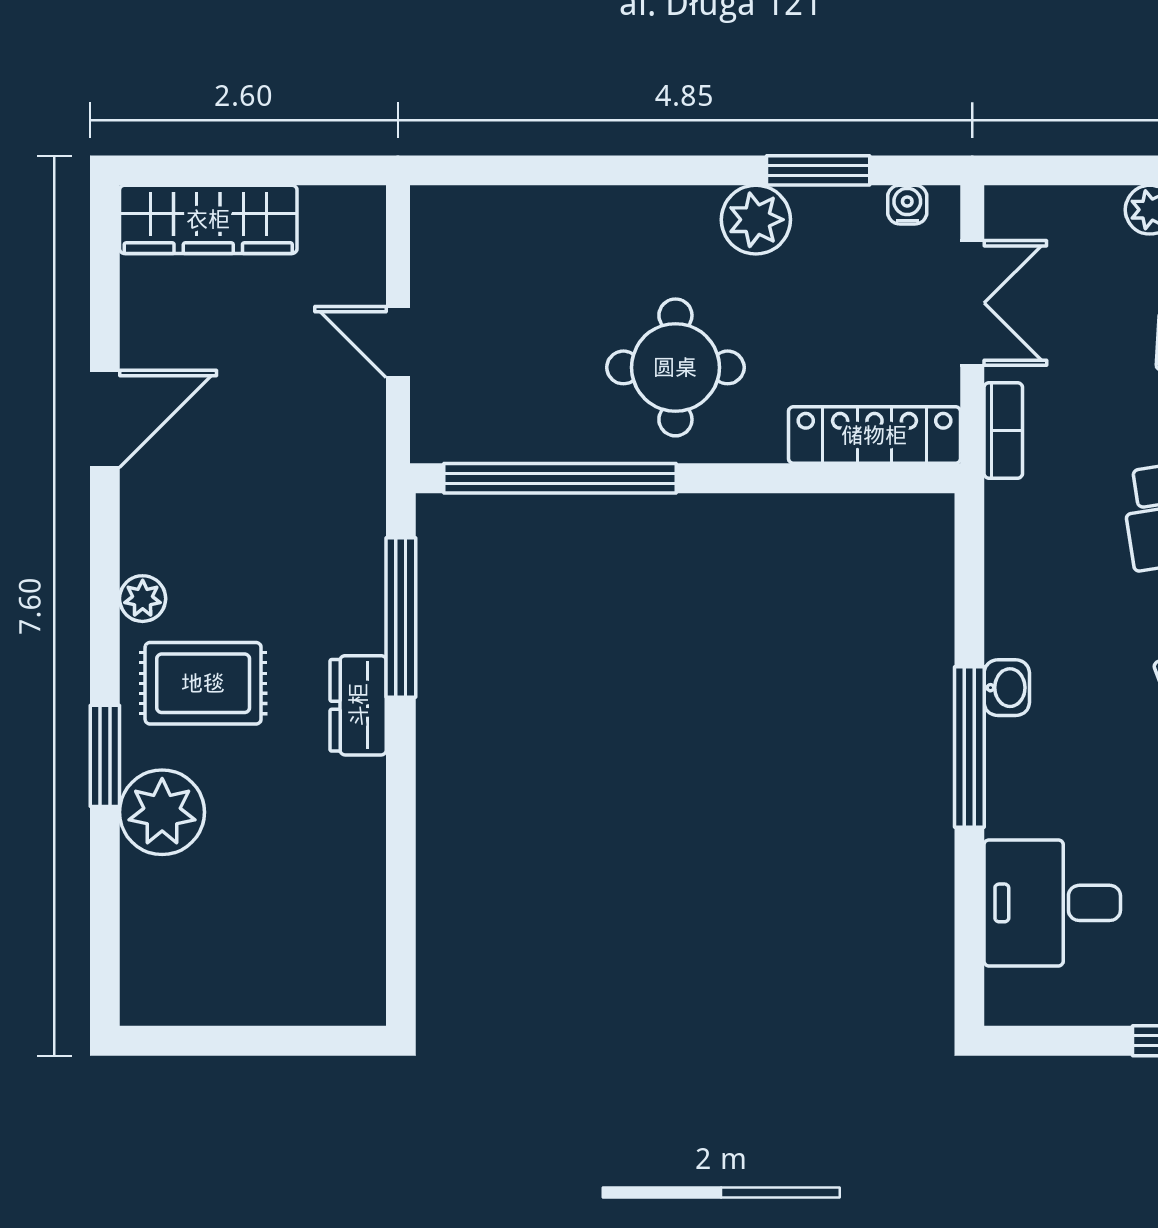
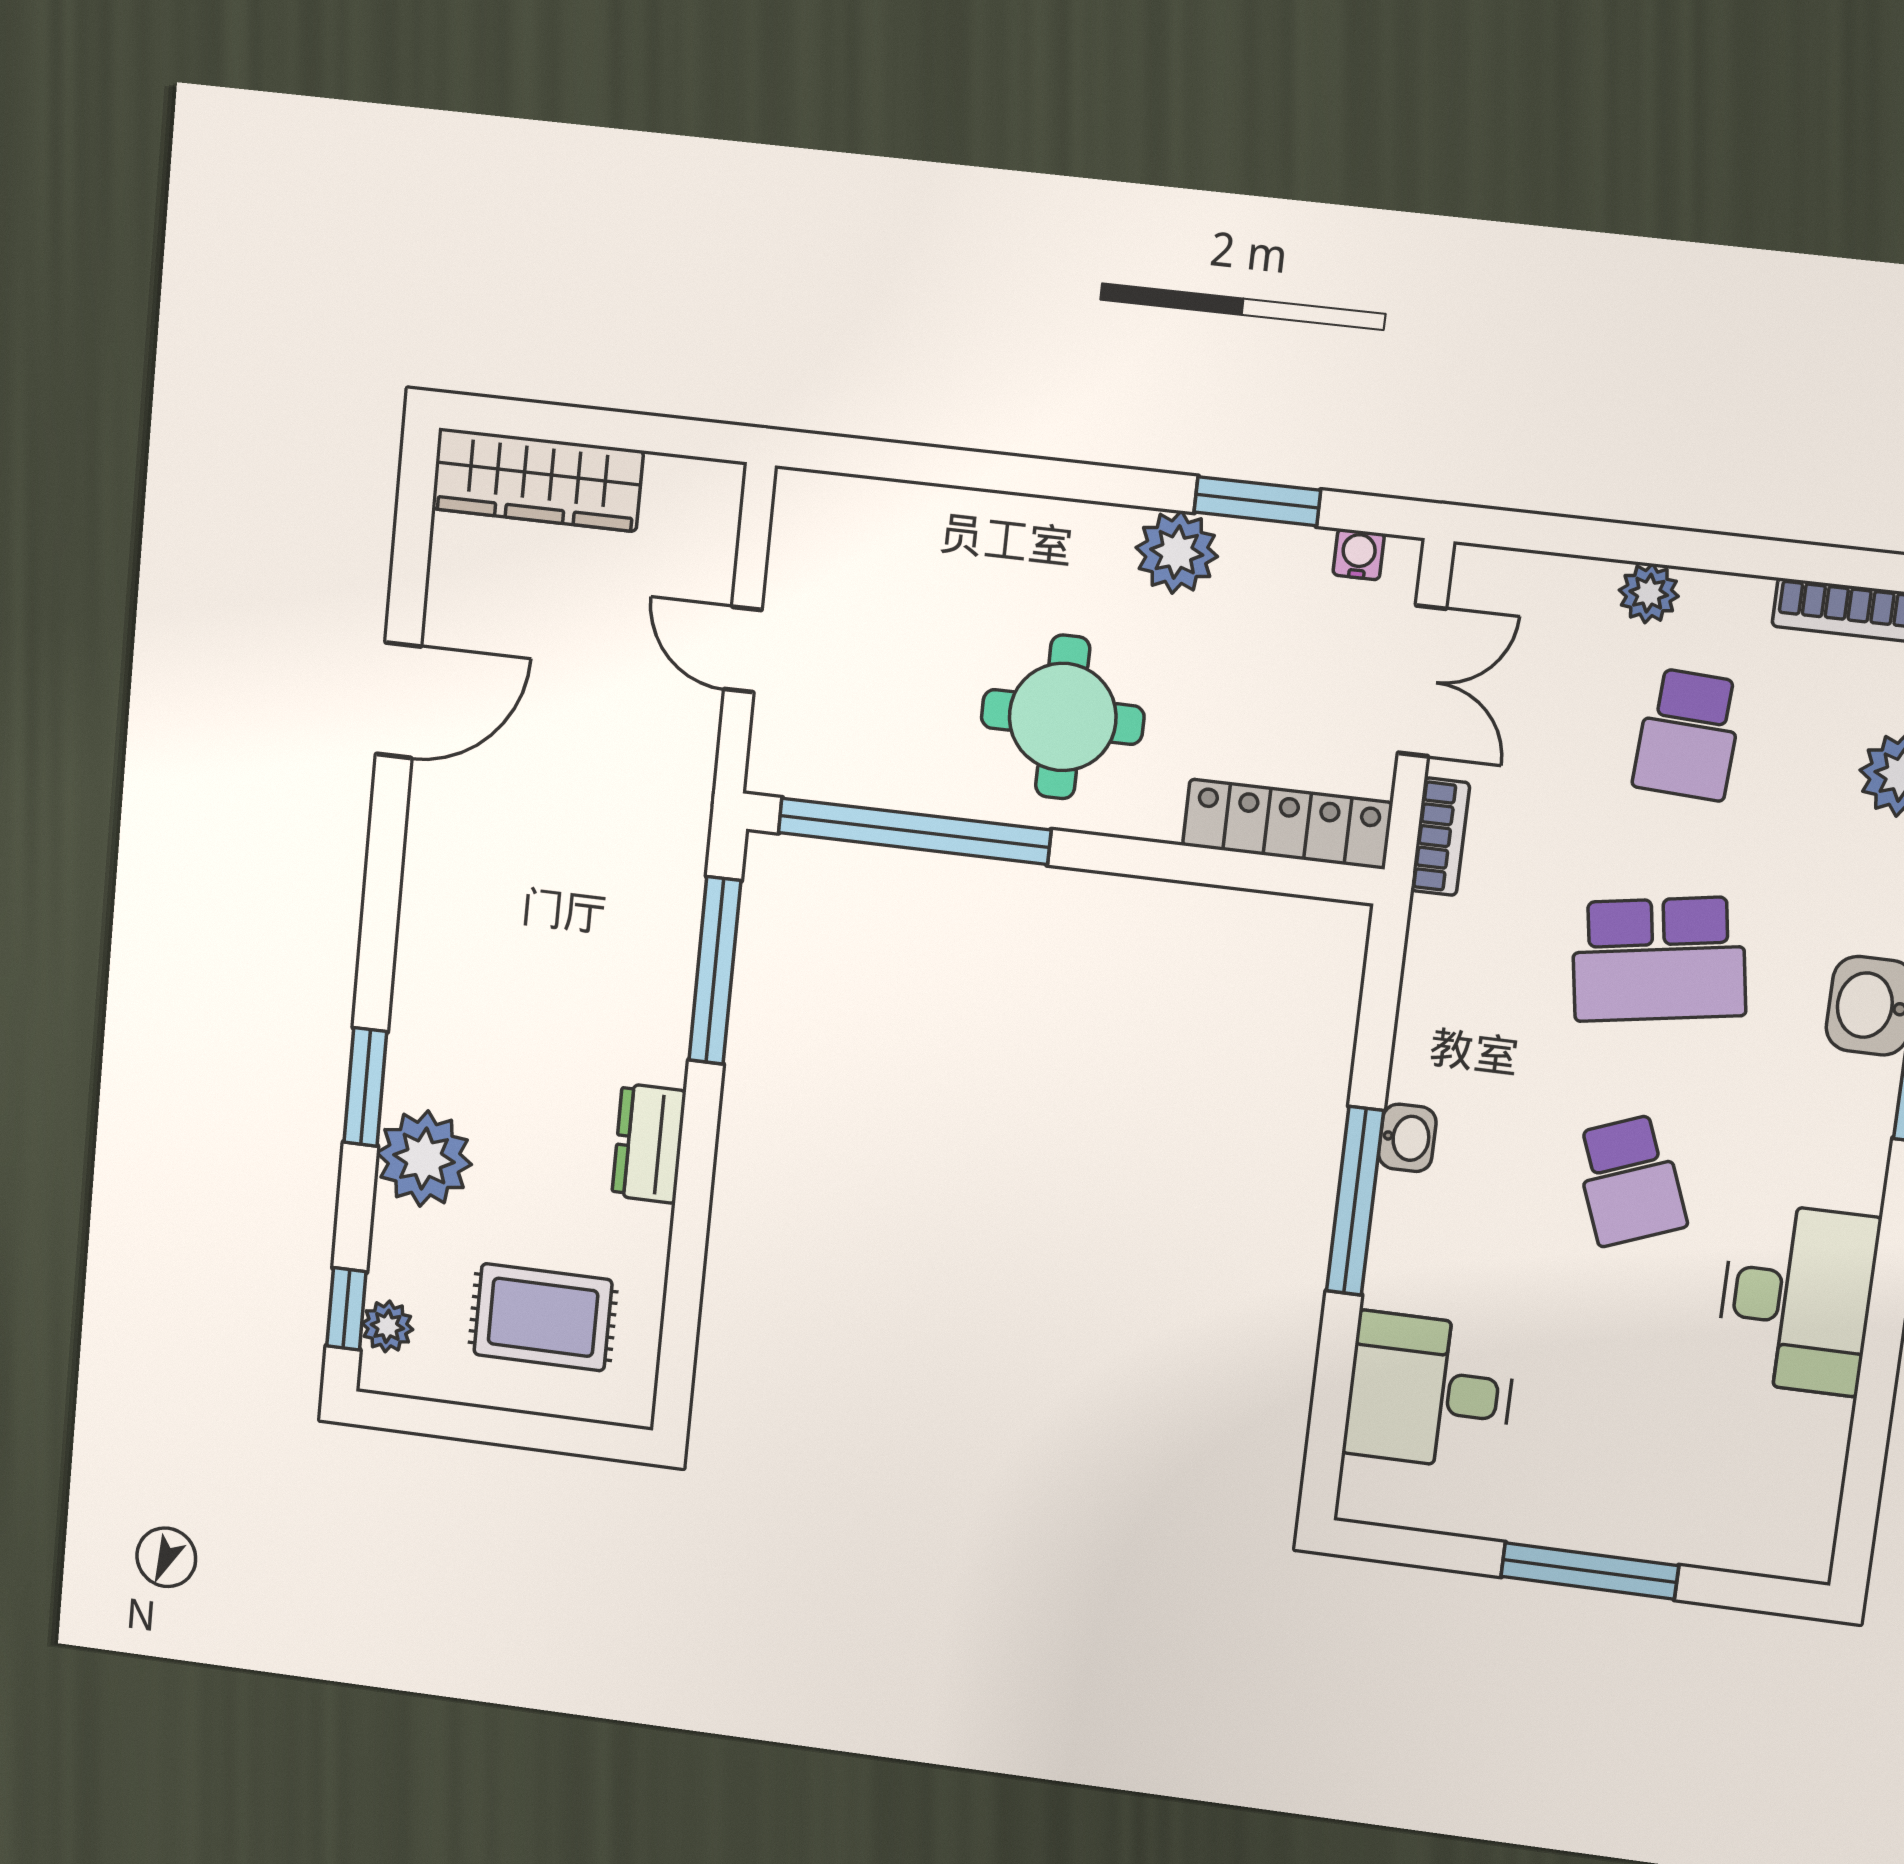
plant: (143, 599) -> (387, 1326), moved
rug: (203, 683) -> (543, 1317), moved
dresser: (358, 705) -> (649, 1143), moved
window: (105, 954) -> (346, 1309), added

